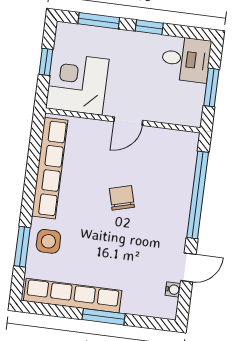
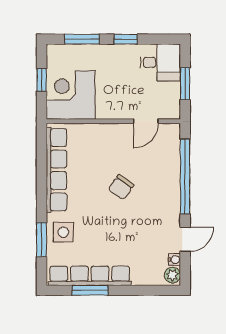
door: (128, 121) -> (146, 121), moved
chair: (122, 198) -> (121, 187), turned -130
plant: (168, 307) -> (172, 275), added
window: (104, 317) -> (90, 290), moved

